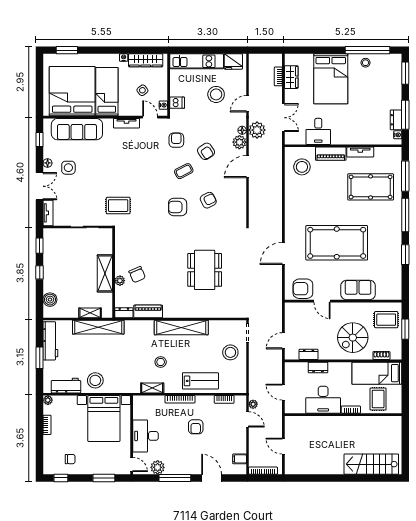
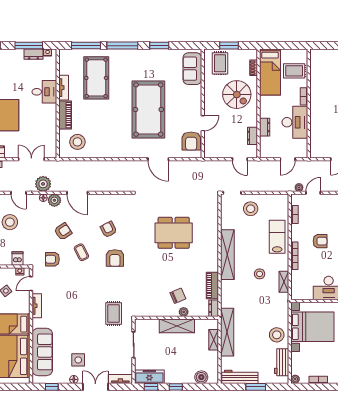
desk: (318, 131) -> (44, 92), moved
freezer: (50, 244) -> (149, 377), added
sofa: (358, 290) -> (192, 69), moved

